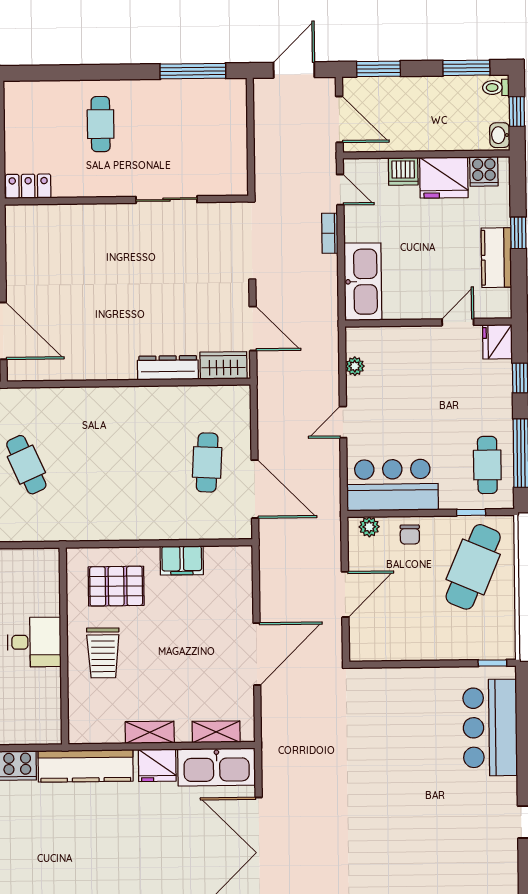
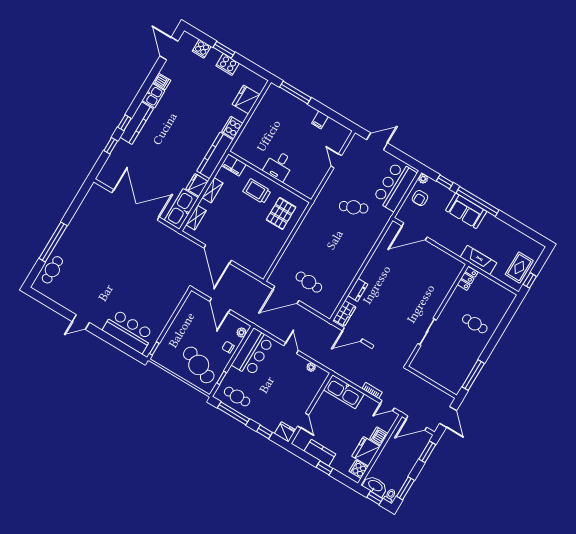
washbasin: (500, 135) -> (375, 486), width x1.91, depth x1.45
dresser: (168, 368) -> (358, 290), width x0.70
filing cabinet: (182, 560) -> (234, 165), moved, turned -90

